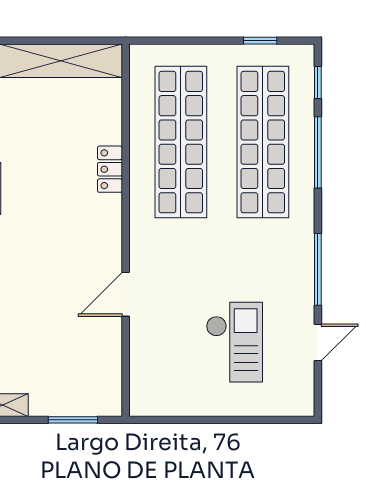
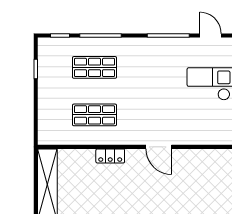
shop shelf: (181, 142) -> (94, 115), width x0.50, depth x0.74
shop shelf: (263, 142) -> (94, 67), width x0.50, depth x0.74
door: (126, 294) -> (159, 147), moved

